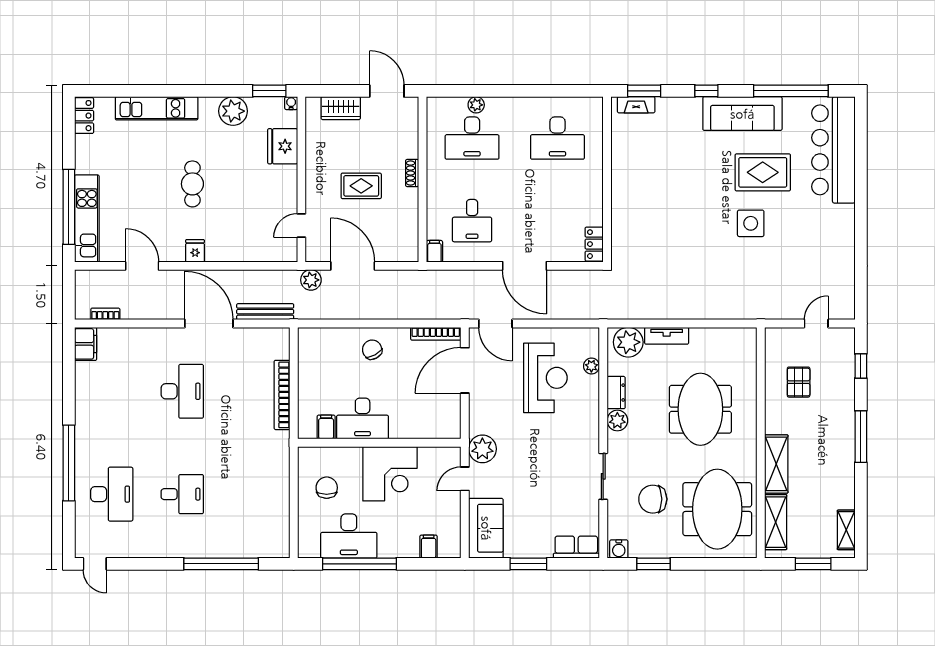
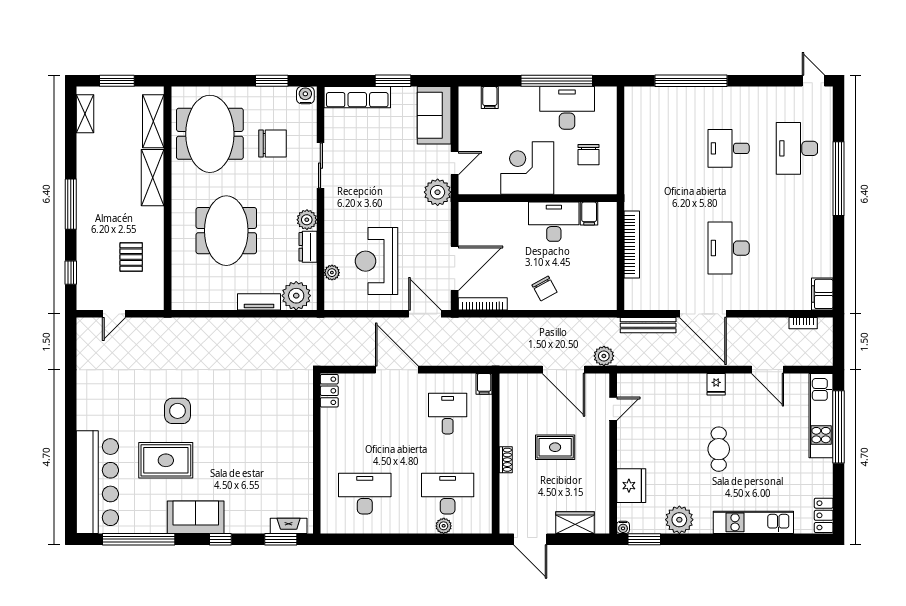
sofa: (742, 114) -> (196, 517), width x0.73
row of seats: (576, 547) -> (357, 97), width x1.48

